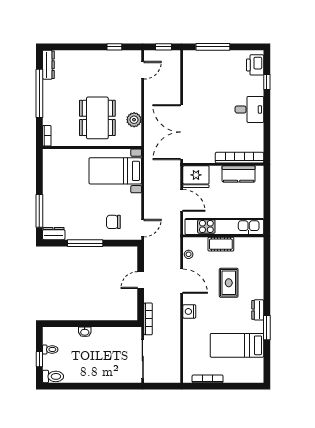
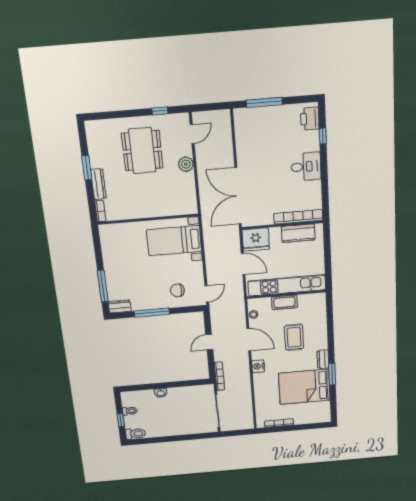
window: (164, 47) -> (212, 107), removed
dresser: (48, 65) -> (98, 184), moved
window: (39, 93) -> (87, 168), width x0.47
dining table: (97, 118) -> (142, 151), moved
plant: (134, 120) -> (186, 164), moved
bed: (237, 345) -> (304, 387), width x1.50

